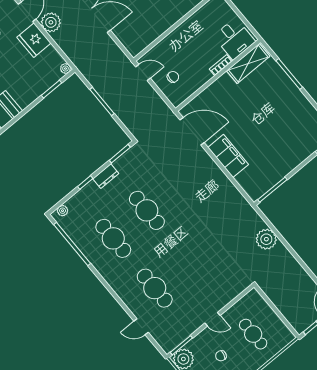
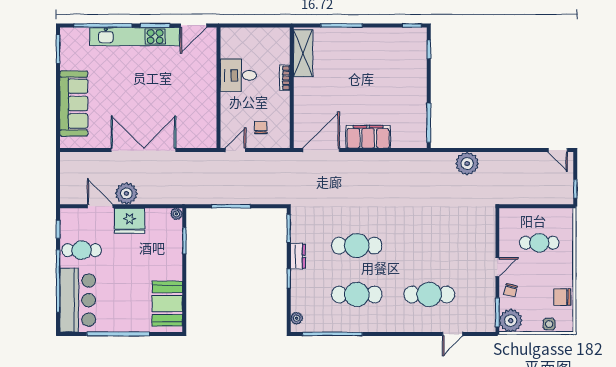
desk: (234, 39) -> (238, 75), moved, turned 180
chair: (221, 356) -> (510, 290), moved

